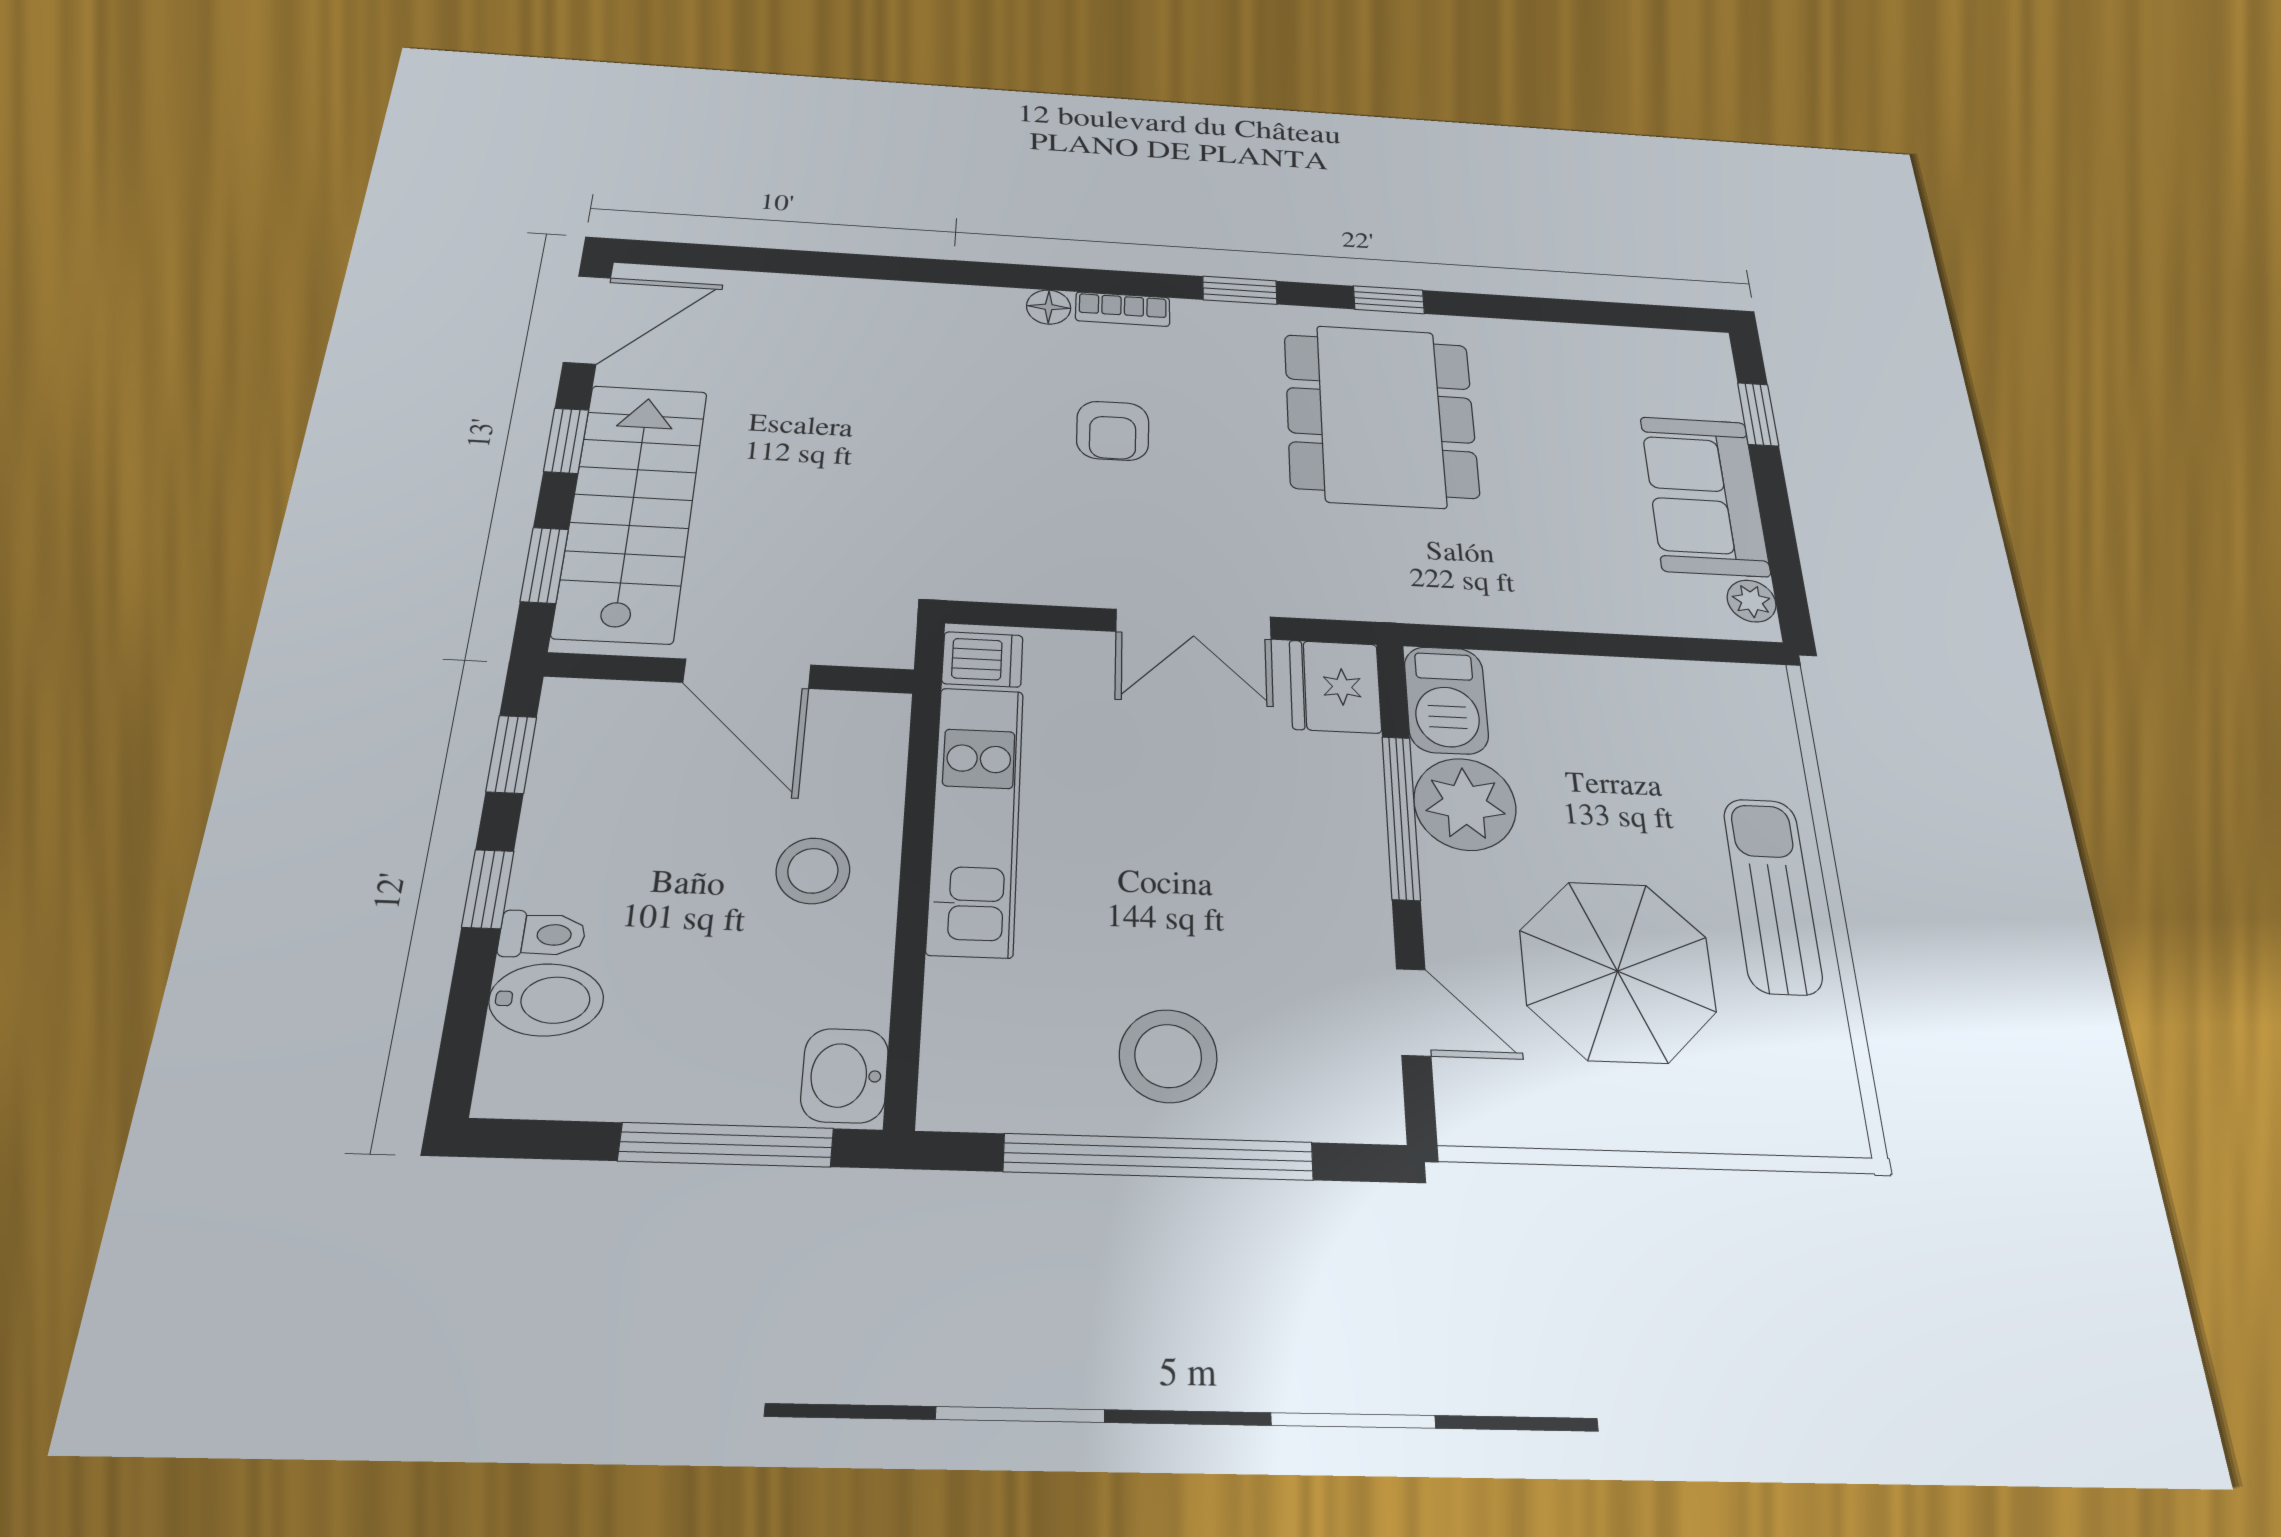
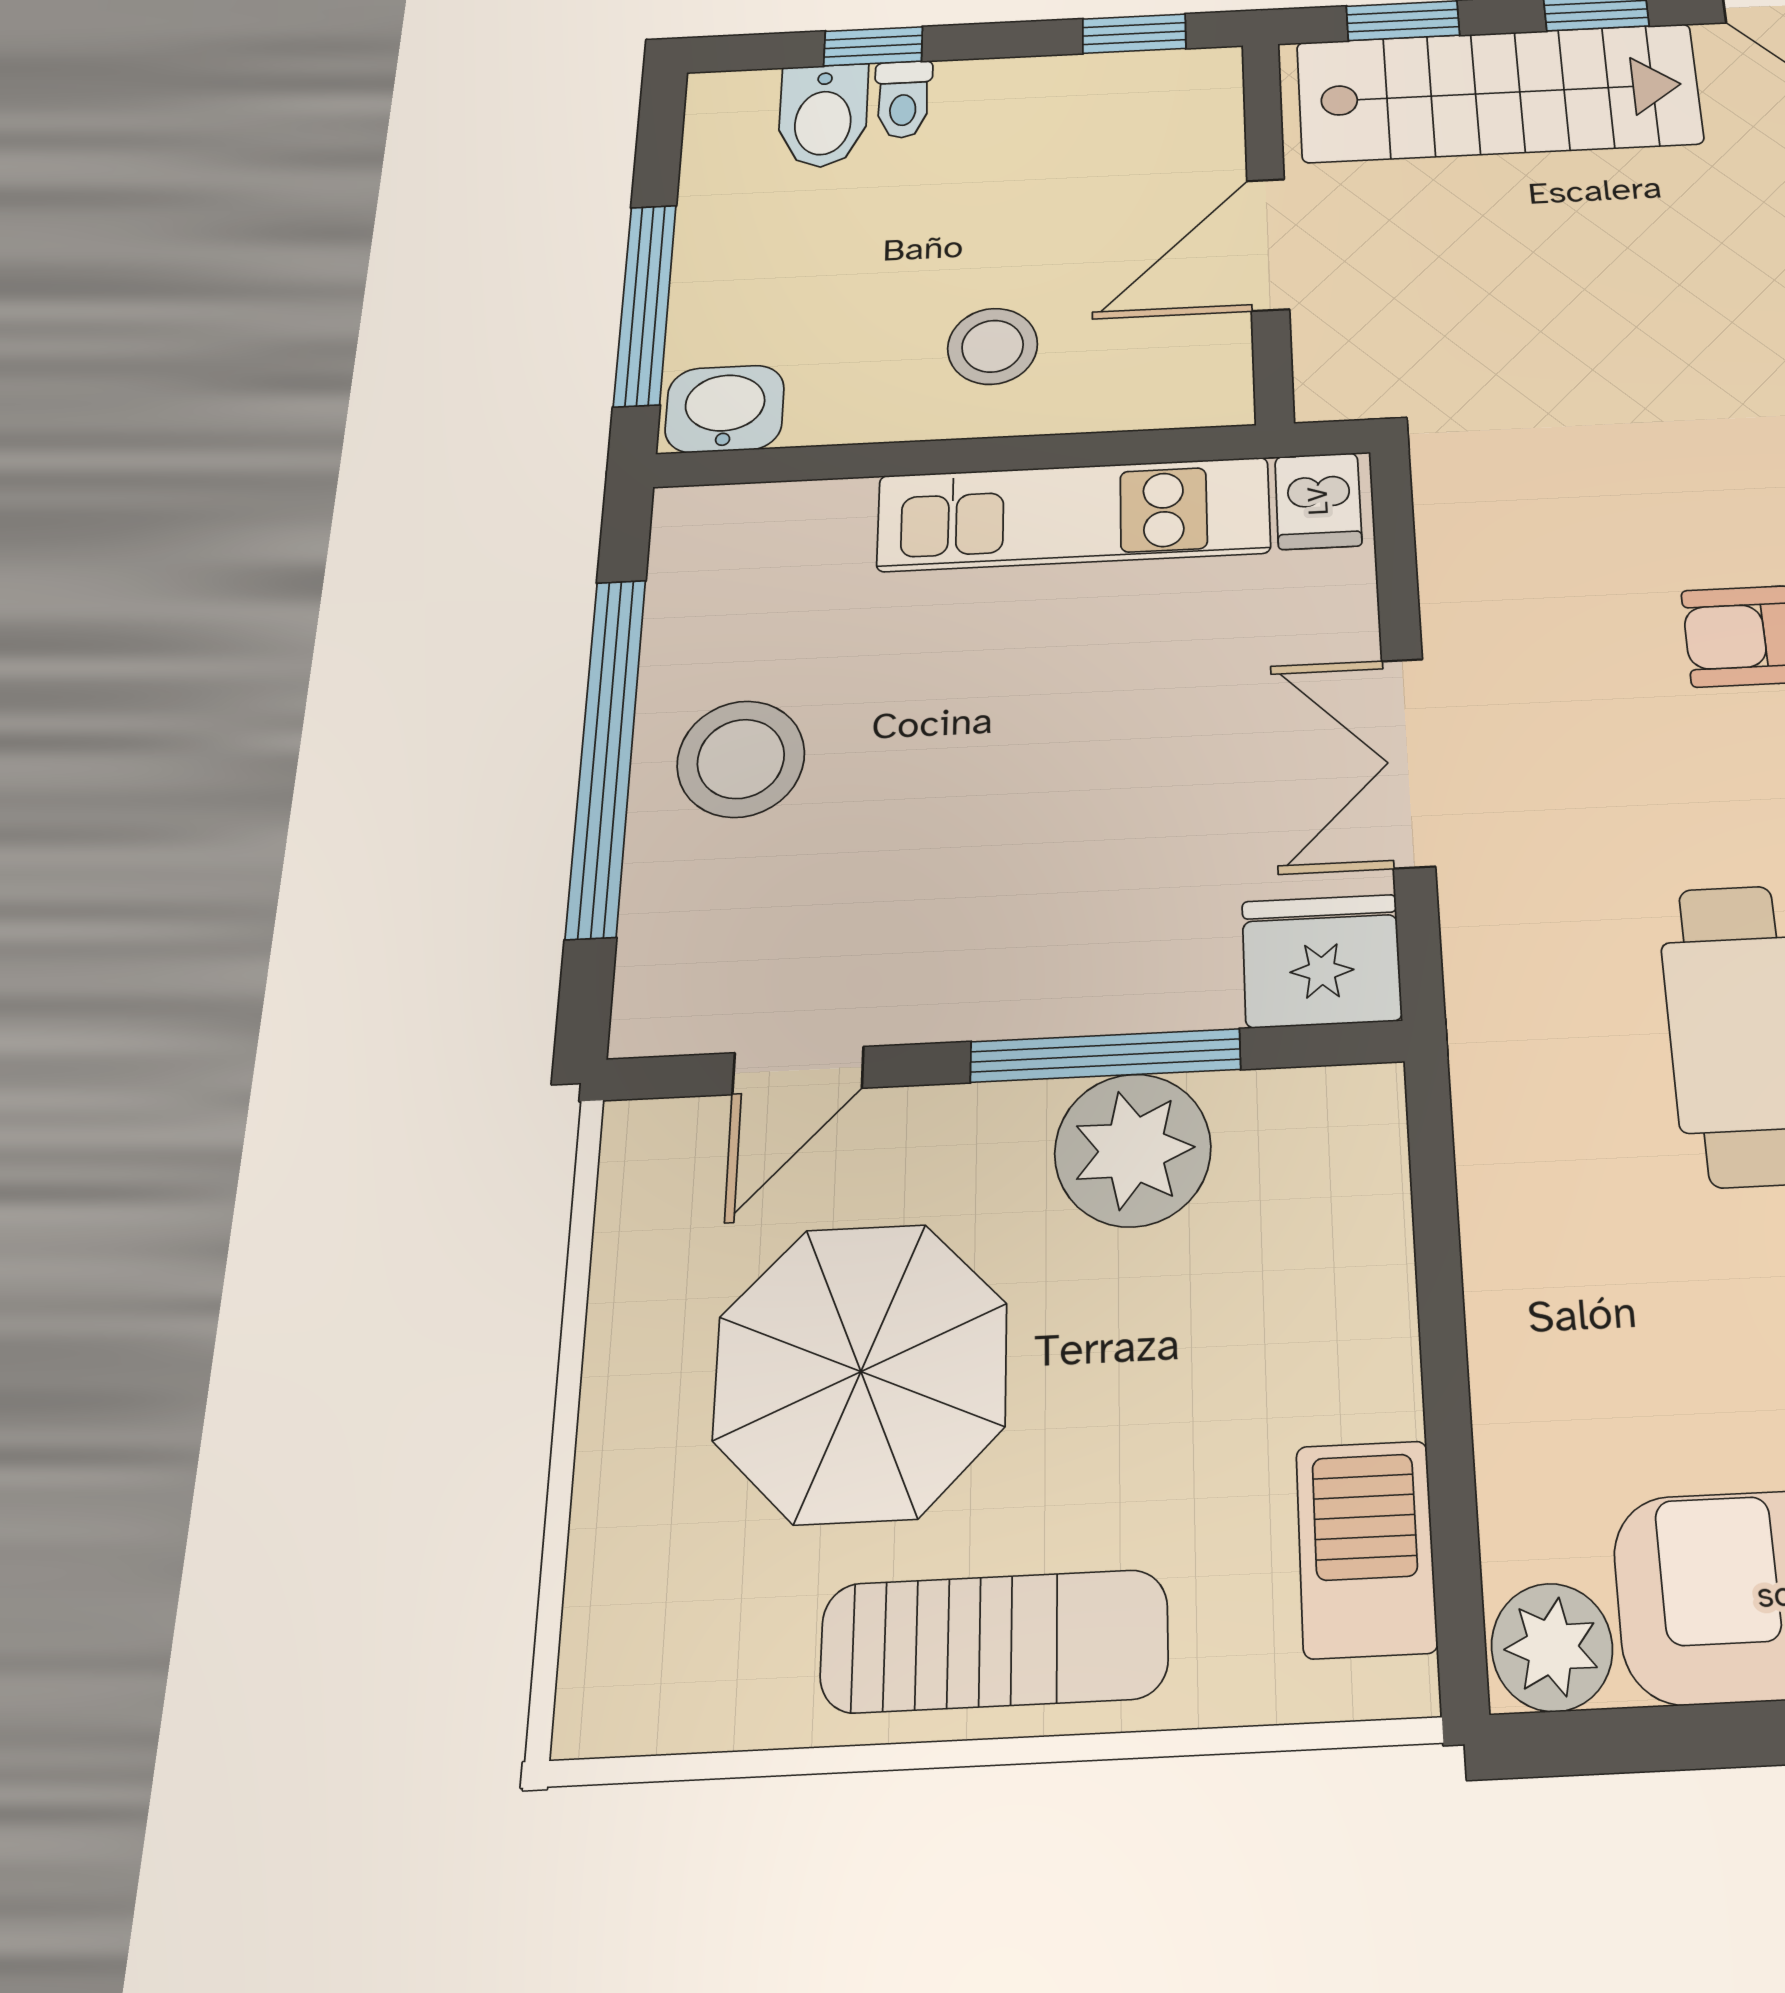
plant: (1752, 601) -> (1552, 1647), width x1.38, depth x1.38
barbecue: (1446, 700) -> (1366, 1549), moved, turned 90
window: (488, 889) -> (873, 46), moved

